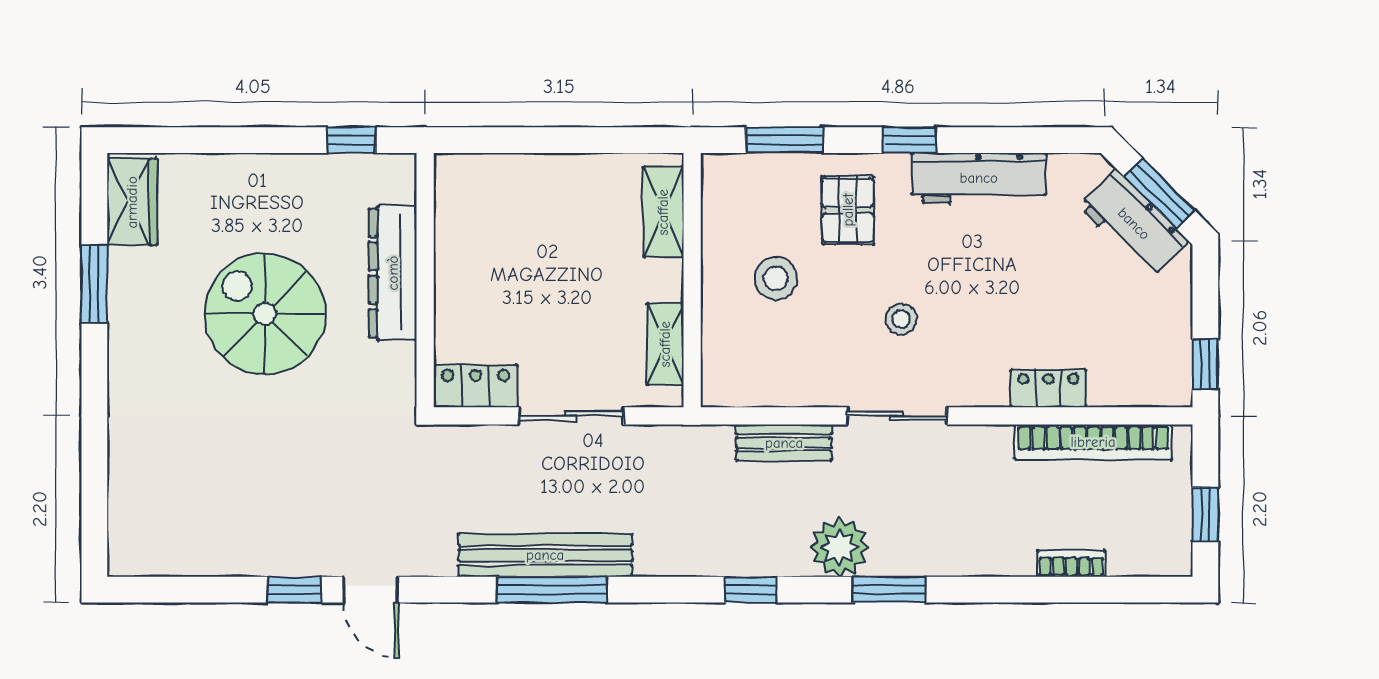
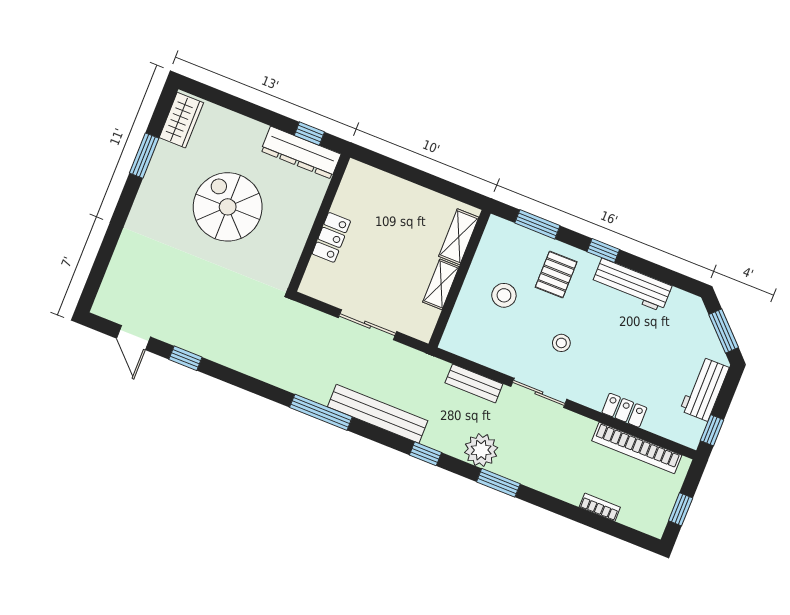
workbench: (1134, 224) -> (704, 389), moved, turned 45
dresser: (393, 273) -> (301, 153), moved, turned -90
shelving: (665, 344) -> (441, 284), moved
locker: (476, 386) -> (331, 237), moved, turned 90
bench: (545, 555) -> (378, 414), moved
door: (371, 590) -> (134, 338), moved

